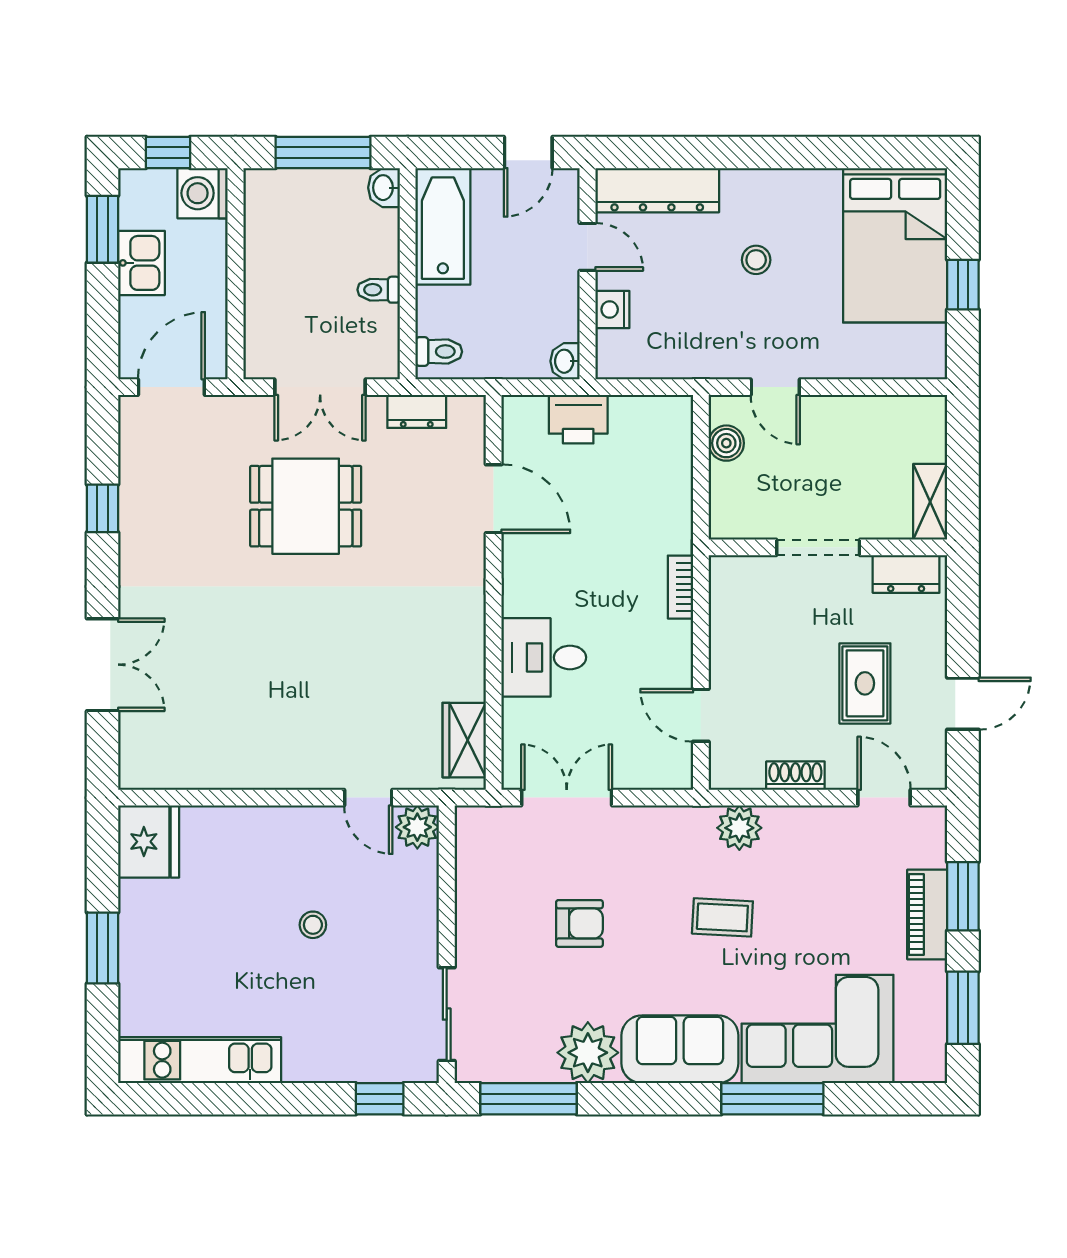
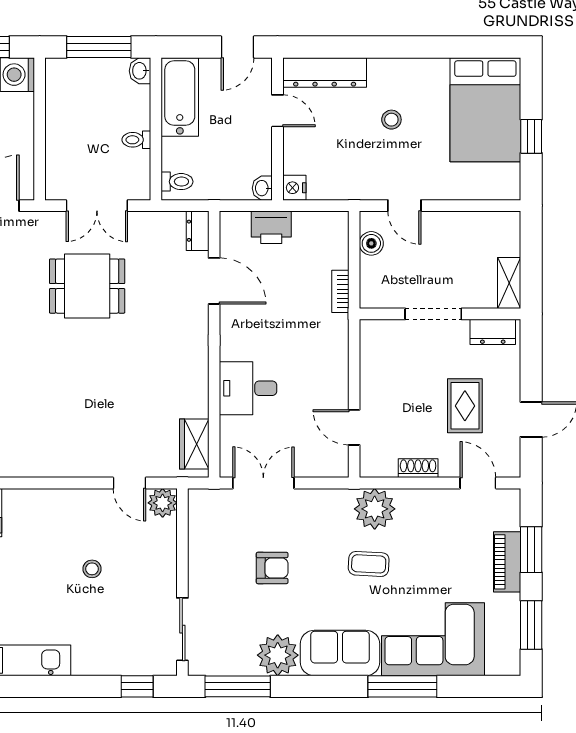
nightstand: (612, 309) -> (294, 188), moved
dresser: (417, 411) -> (198, 231), moved, turned 90
bookcase: (680, 587) -> (340, 291), moved
plant: (739, 828) -> (375, 509), width x1.36, depth x1.36

